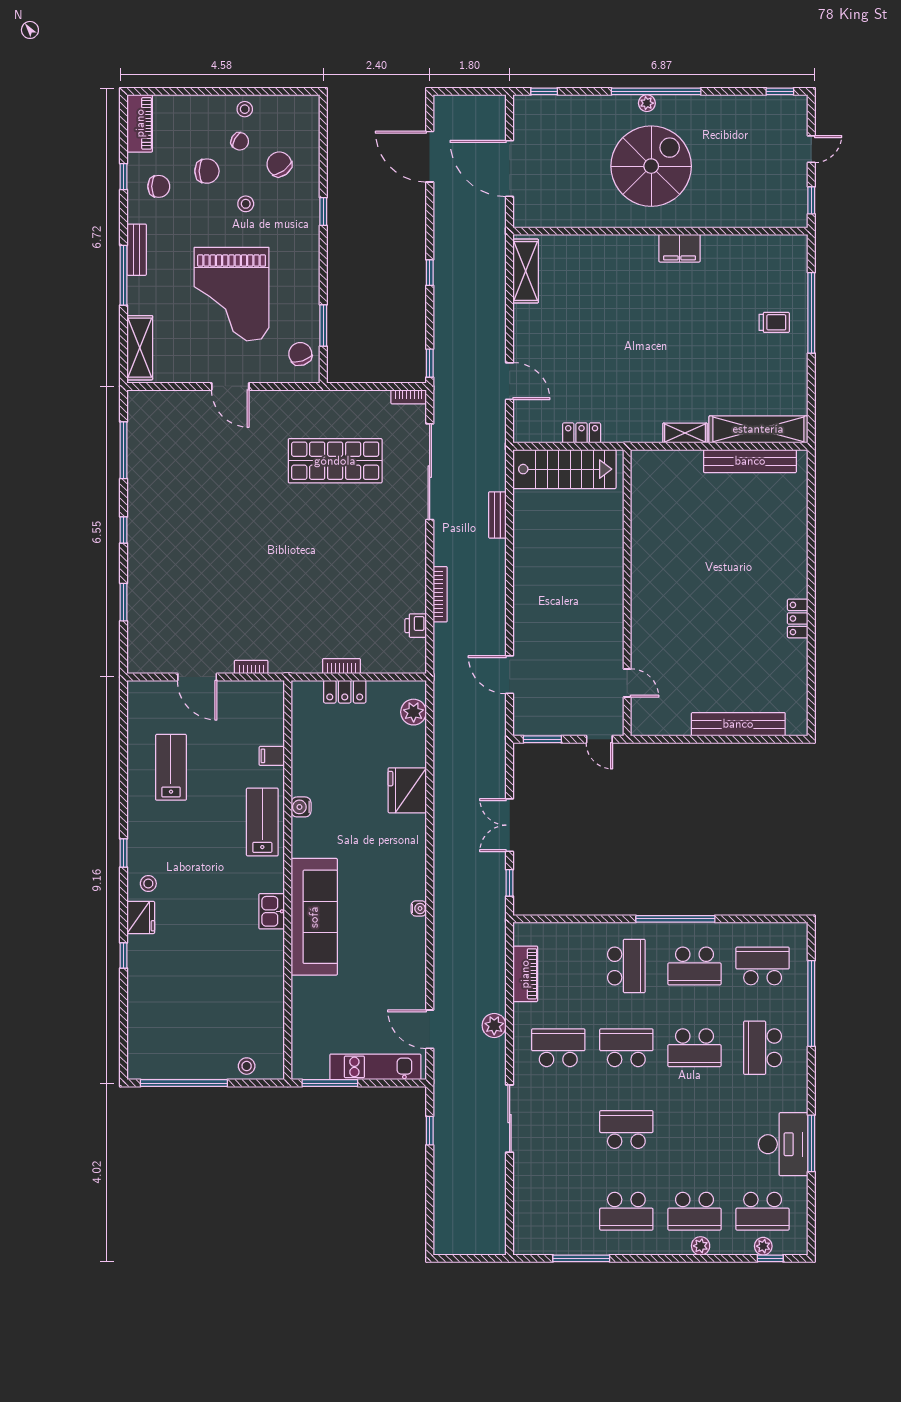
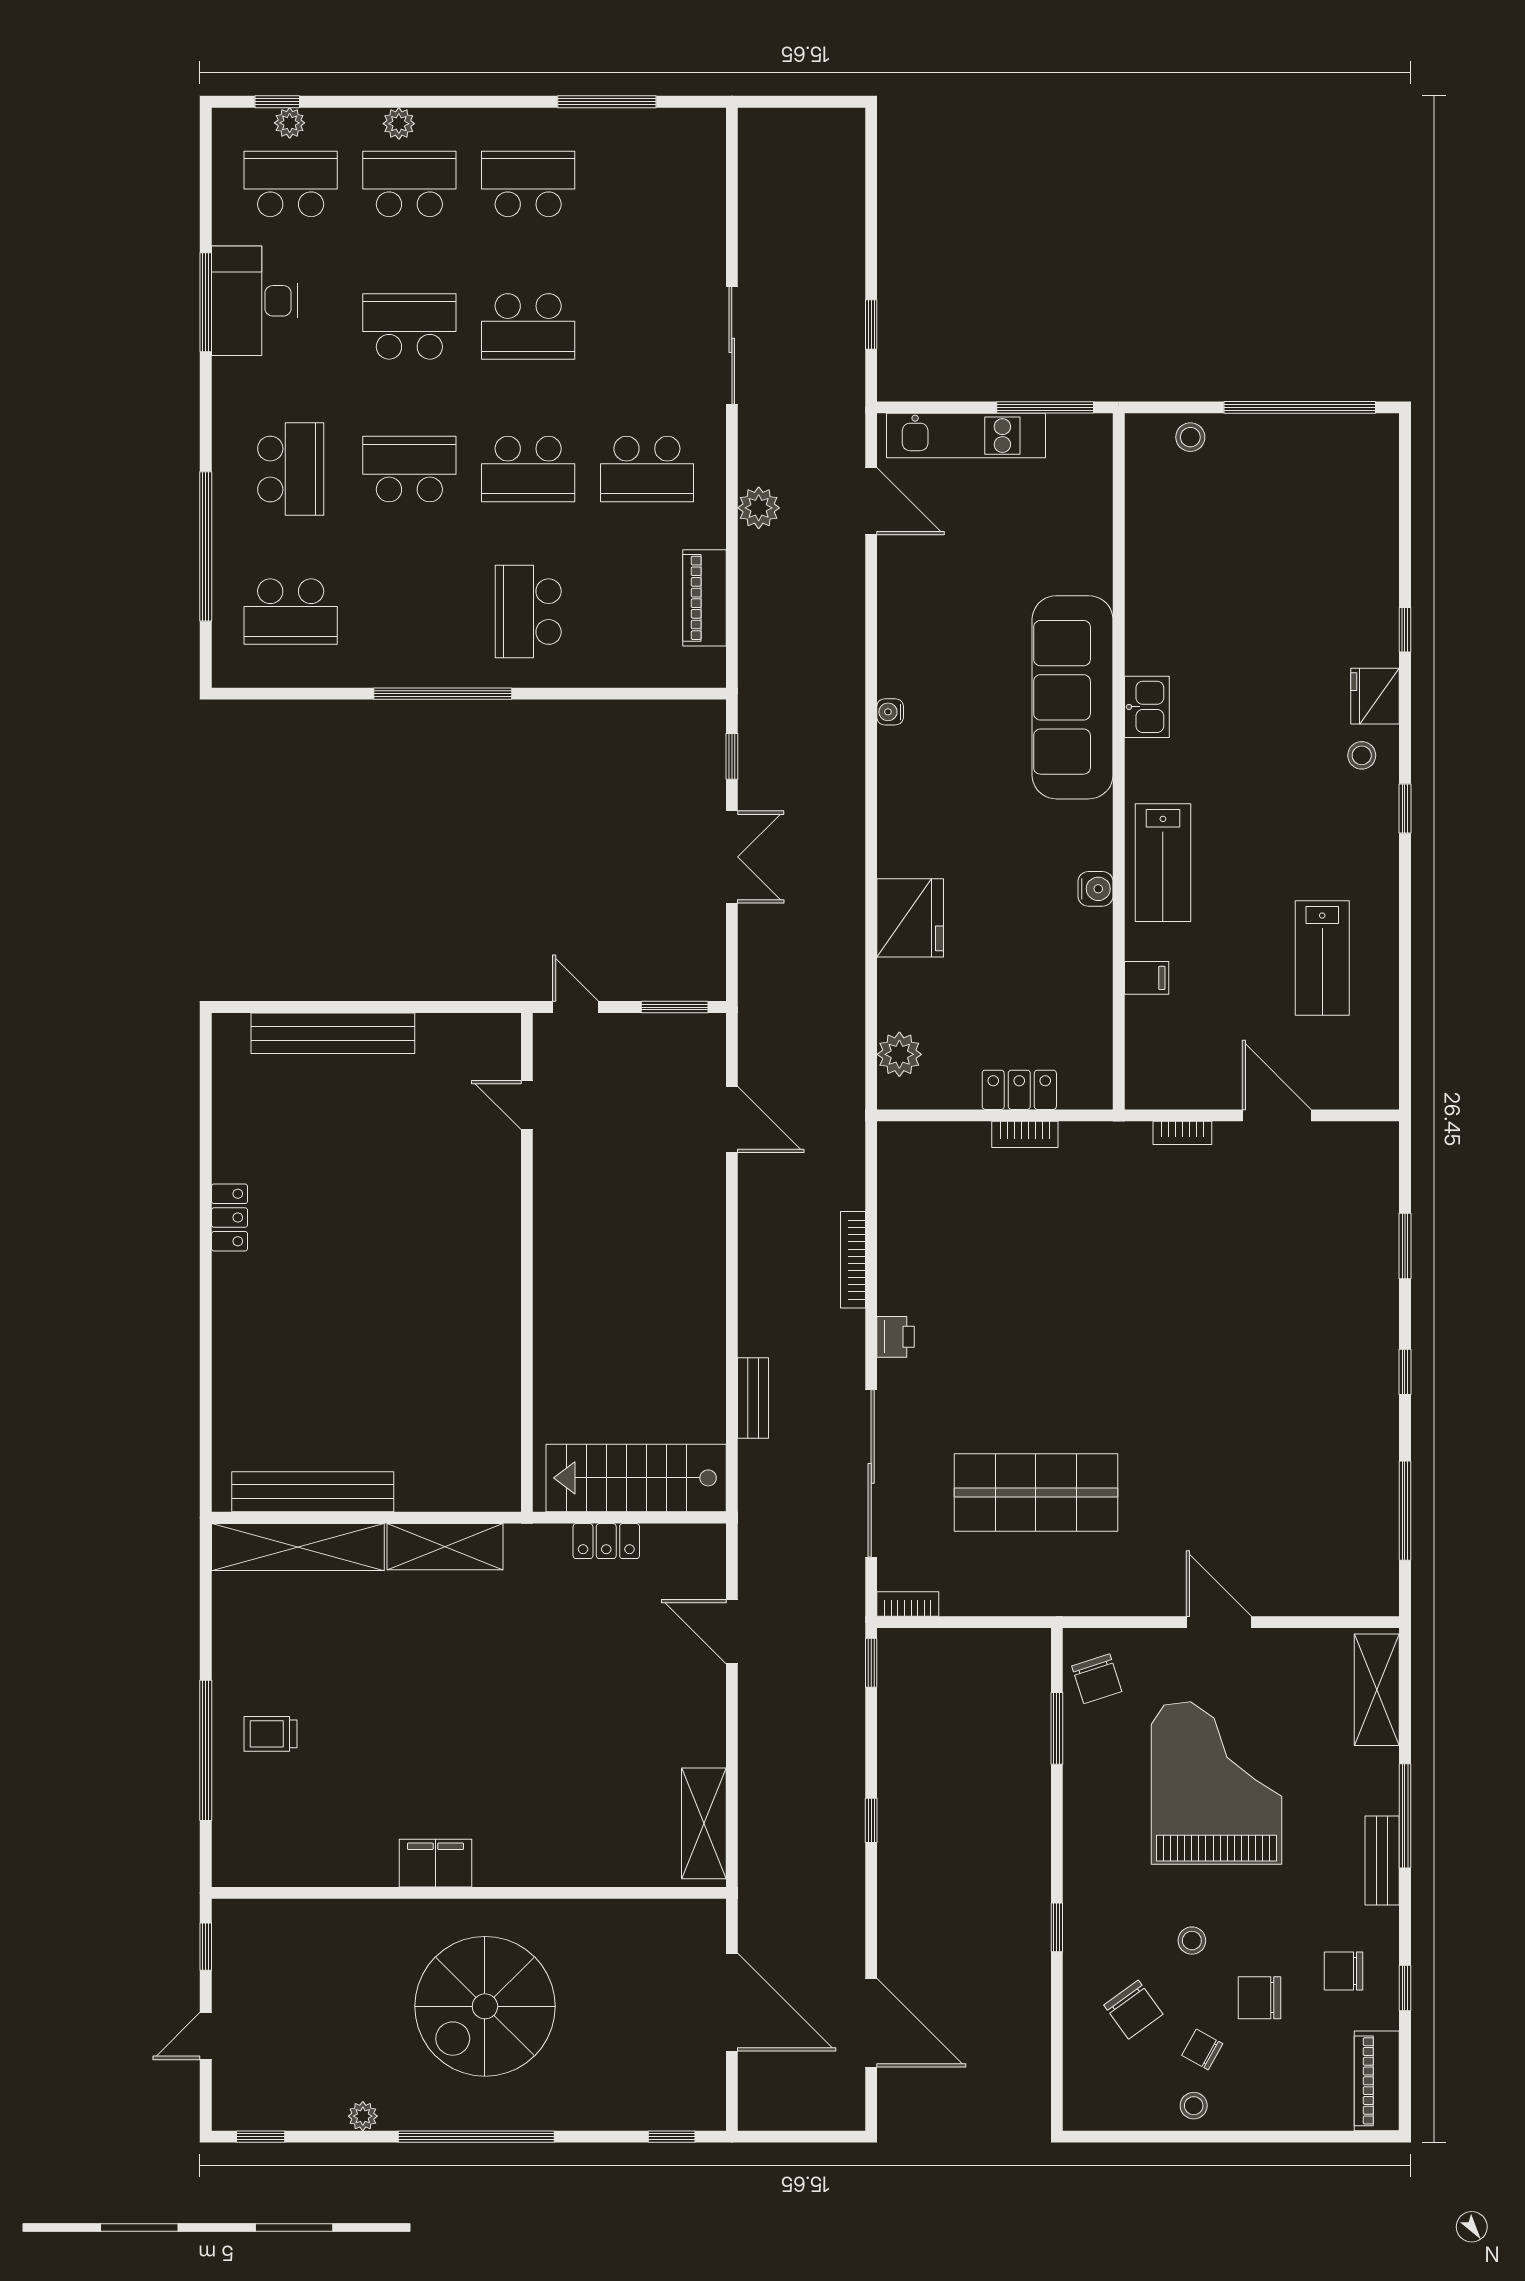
plant: (647, 103) -> (363, 2116), moved
shelving: (685, 433) -> (445, 1547), width x1.50, depth x1.33
printer: (416, 626) -> (896, 1337), moved
school desk: (694, 966) -> (409, 326), moved

